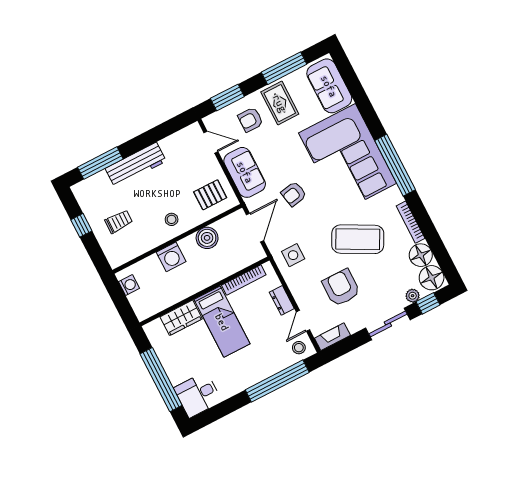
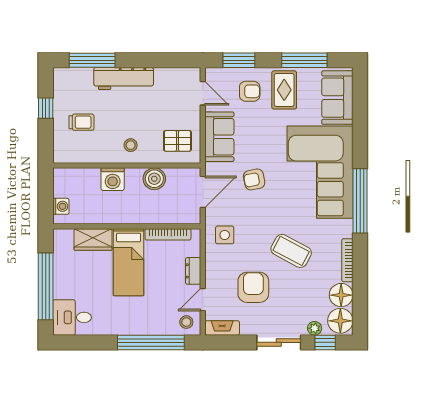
armchair: (250, 120) -> (250, 91), turned 180
coffee table: (358, 239) -> (291, 251), width x0.73, depth x0.76
washing machine: (129, 285) -> (61, 206), moved

